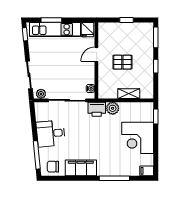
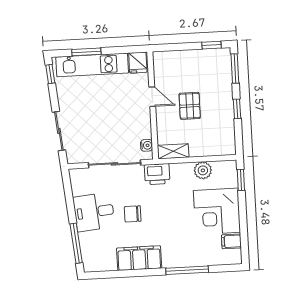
window: (127, 20) -> (212, 45), moved
door: (96, 54) -> (152, 97), swing flipped
pallet: (122, 62) -> (190, 106), turned 90
plant: (41, 94) -> (77, 157), removed
shelving: (129, 94) -> (173, 151), moved
plant: (113, 108) -> (203, 170), moved
chair: (53, 167) -> (133, 214), moved
filing cabinet: (147, 171) -> (231, 241), moved

